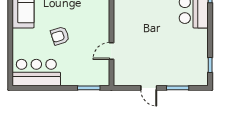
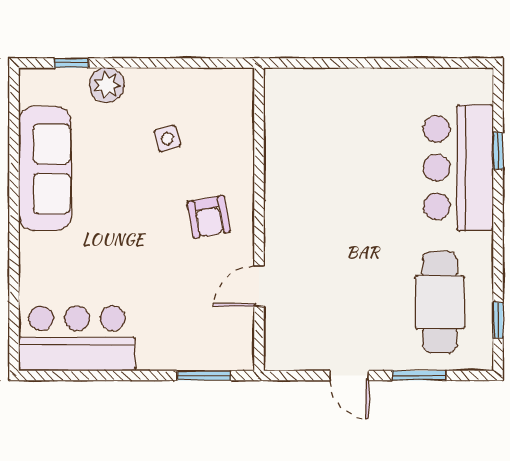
armchair: (60, 36) -> (209, 217), moved, turned -83
cafe table: (186, 58) -> (440, 302), added

